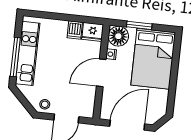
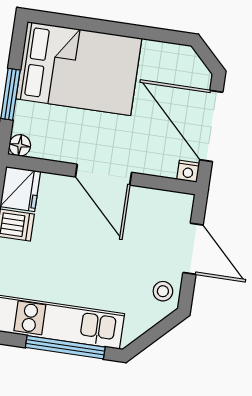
floor lamp: (118, 36) -> (20, 145), width x0.53, depth x0.53
nightstand: (111, 54) -> (188, 171), moved

